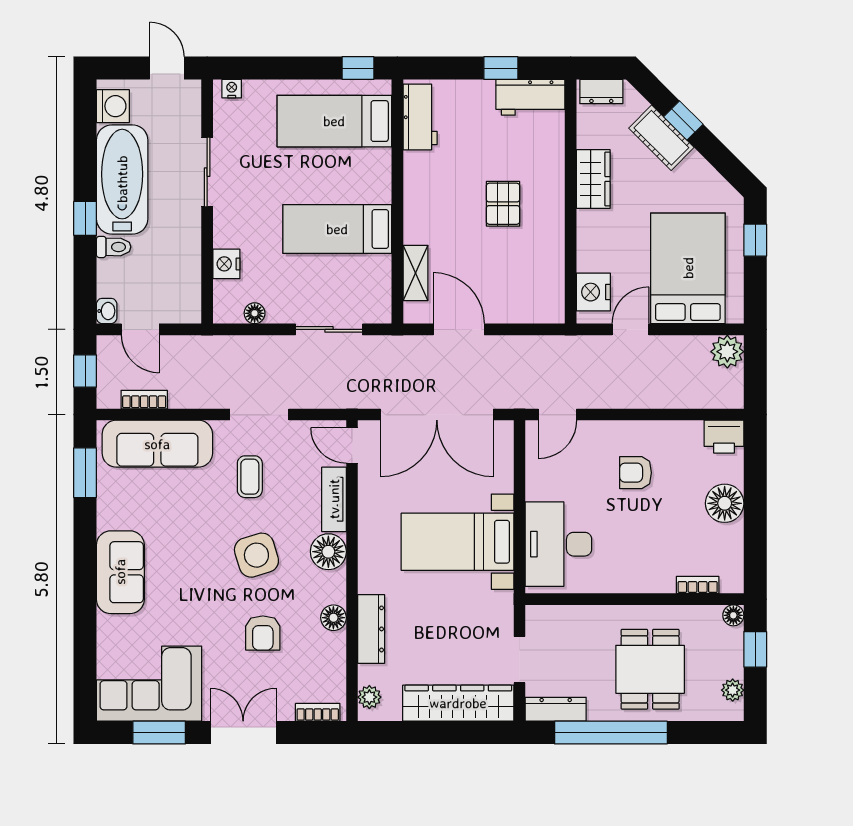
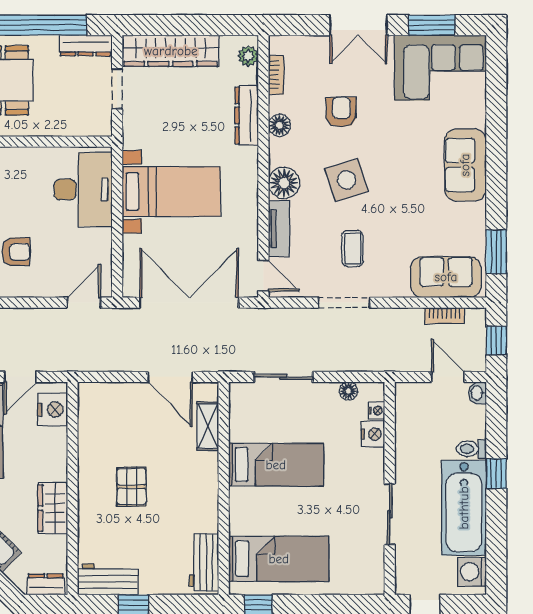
nightstand: (232, 89) -> (377, 411), moved, turned -90
sofa: (157, 444) -> (446, 277), width x0.73
bookcase: (318, 712) -> (276, 75), moved, turned -90

